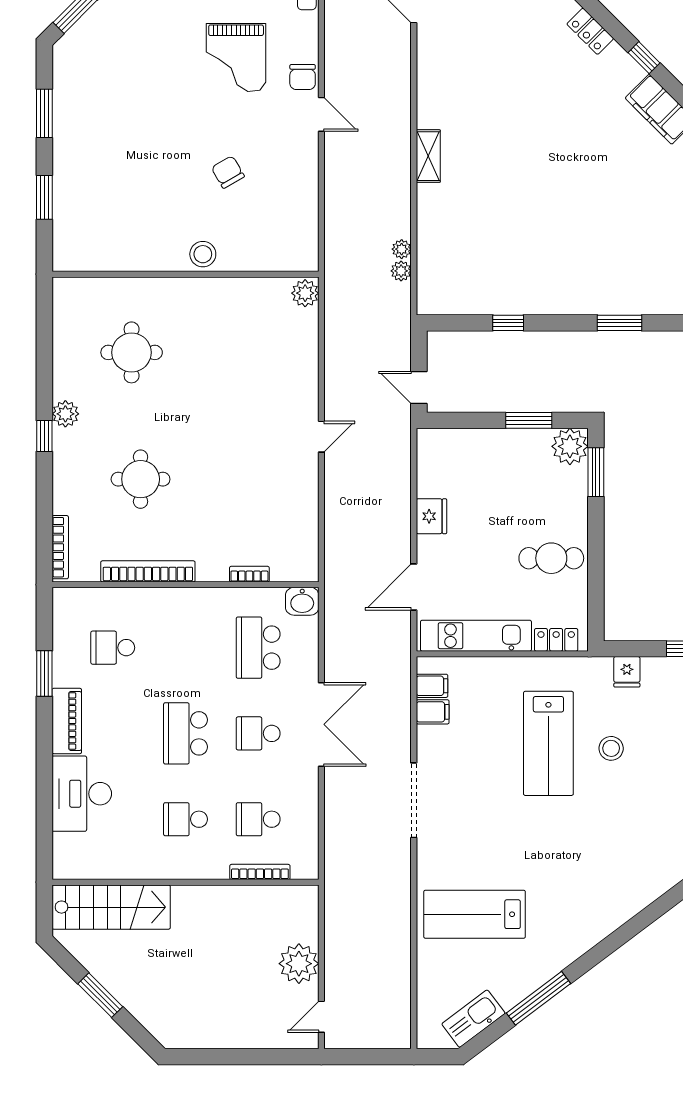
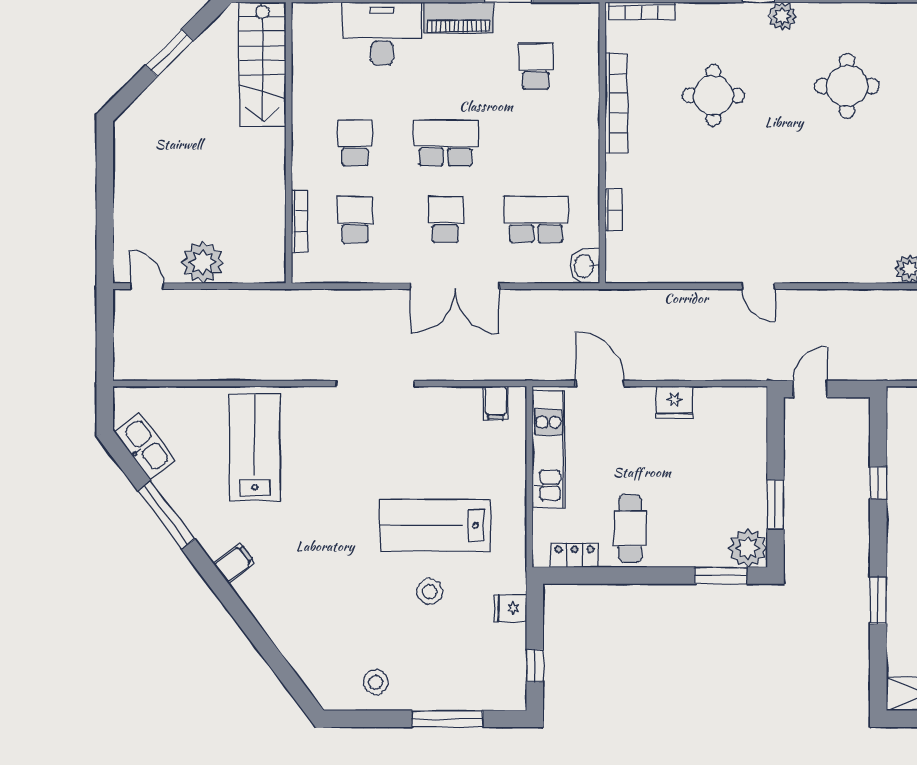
locker: (556, 640) -> (574, 555), moved, turned -90
filing cabinet: (433, 712) -> (234, 563), moved, turned -127

